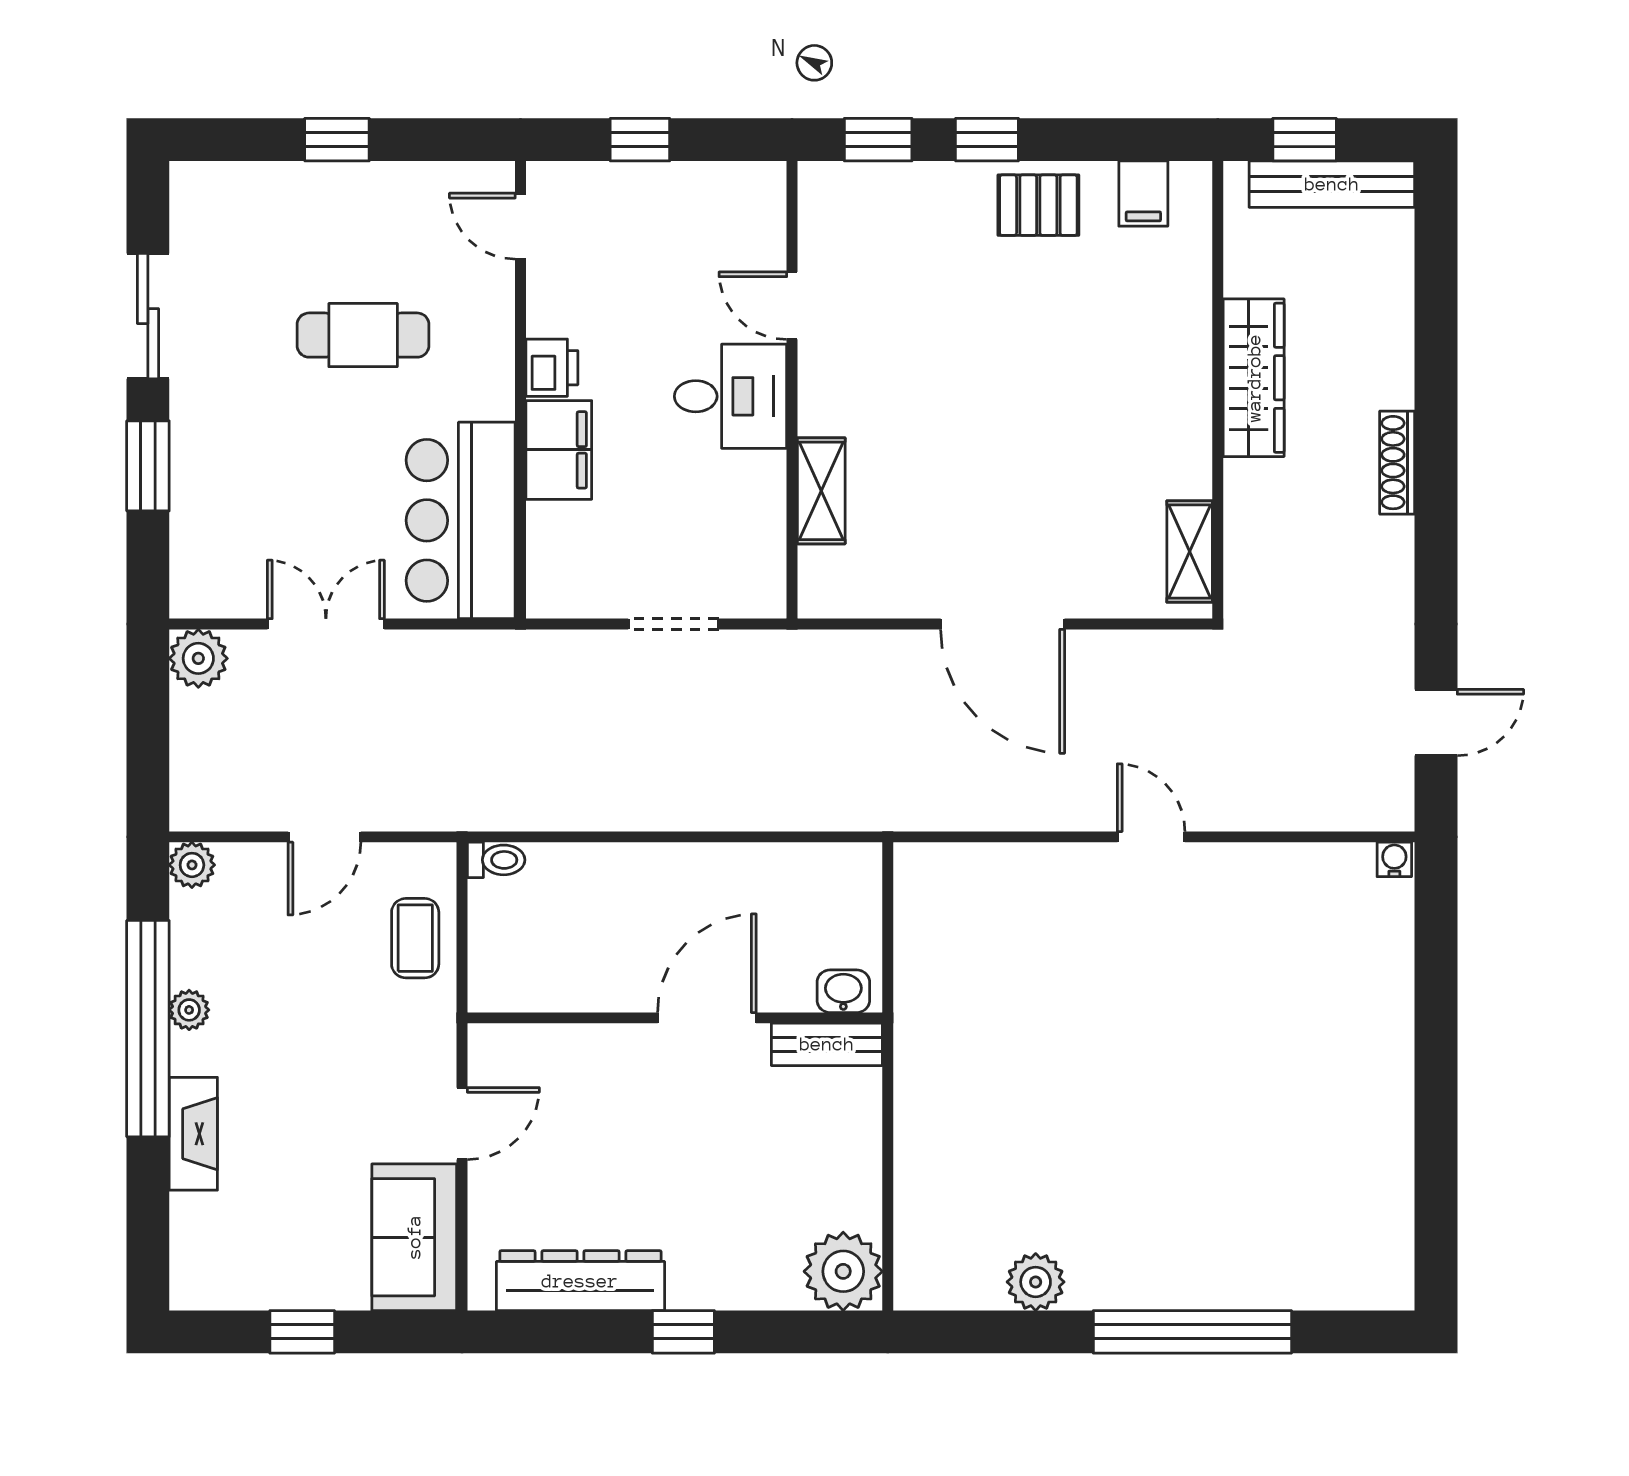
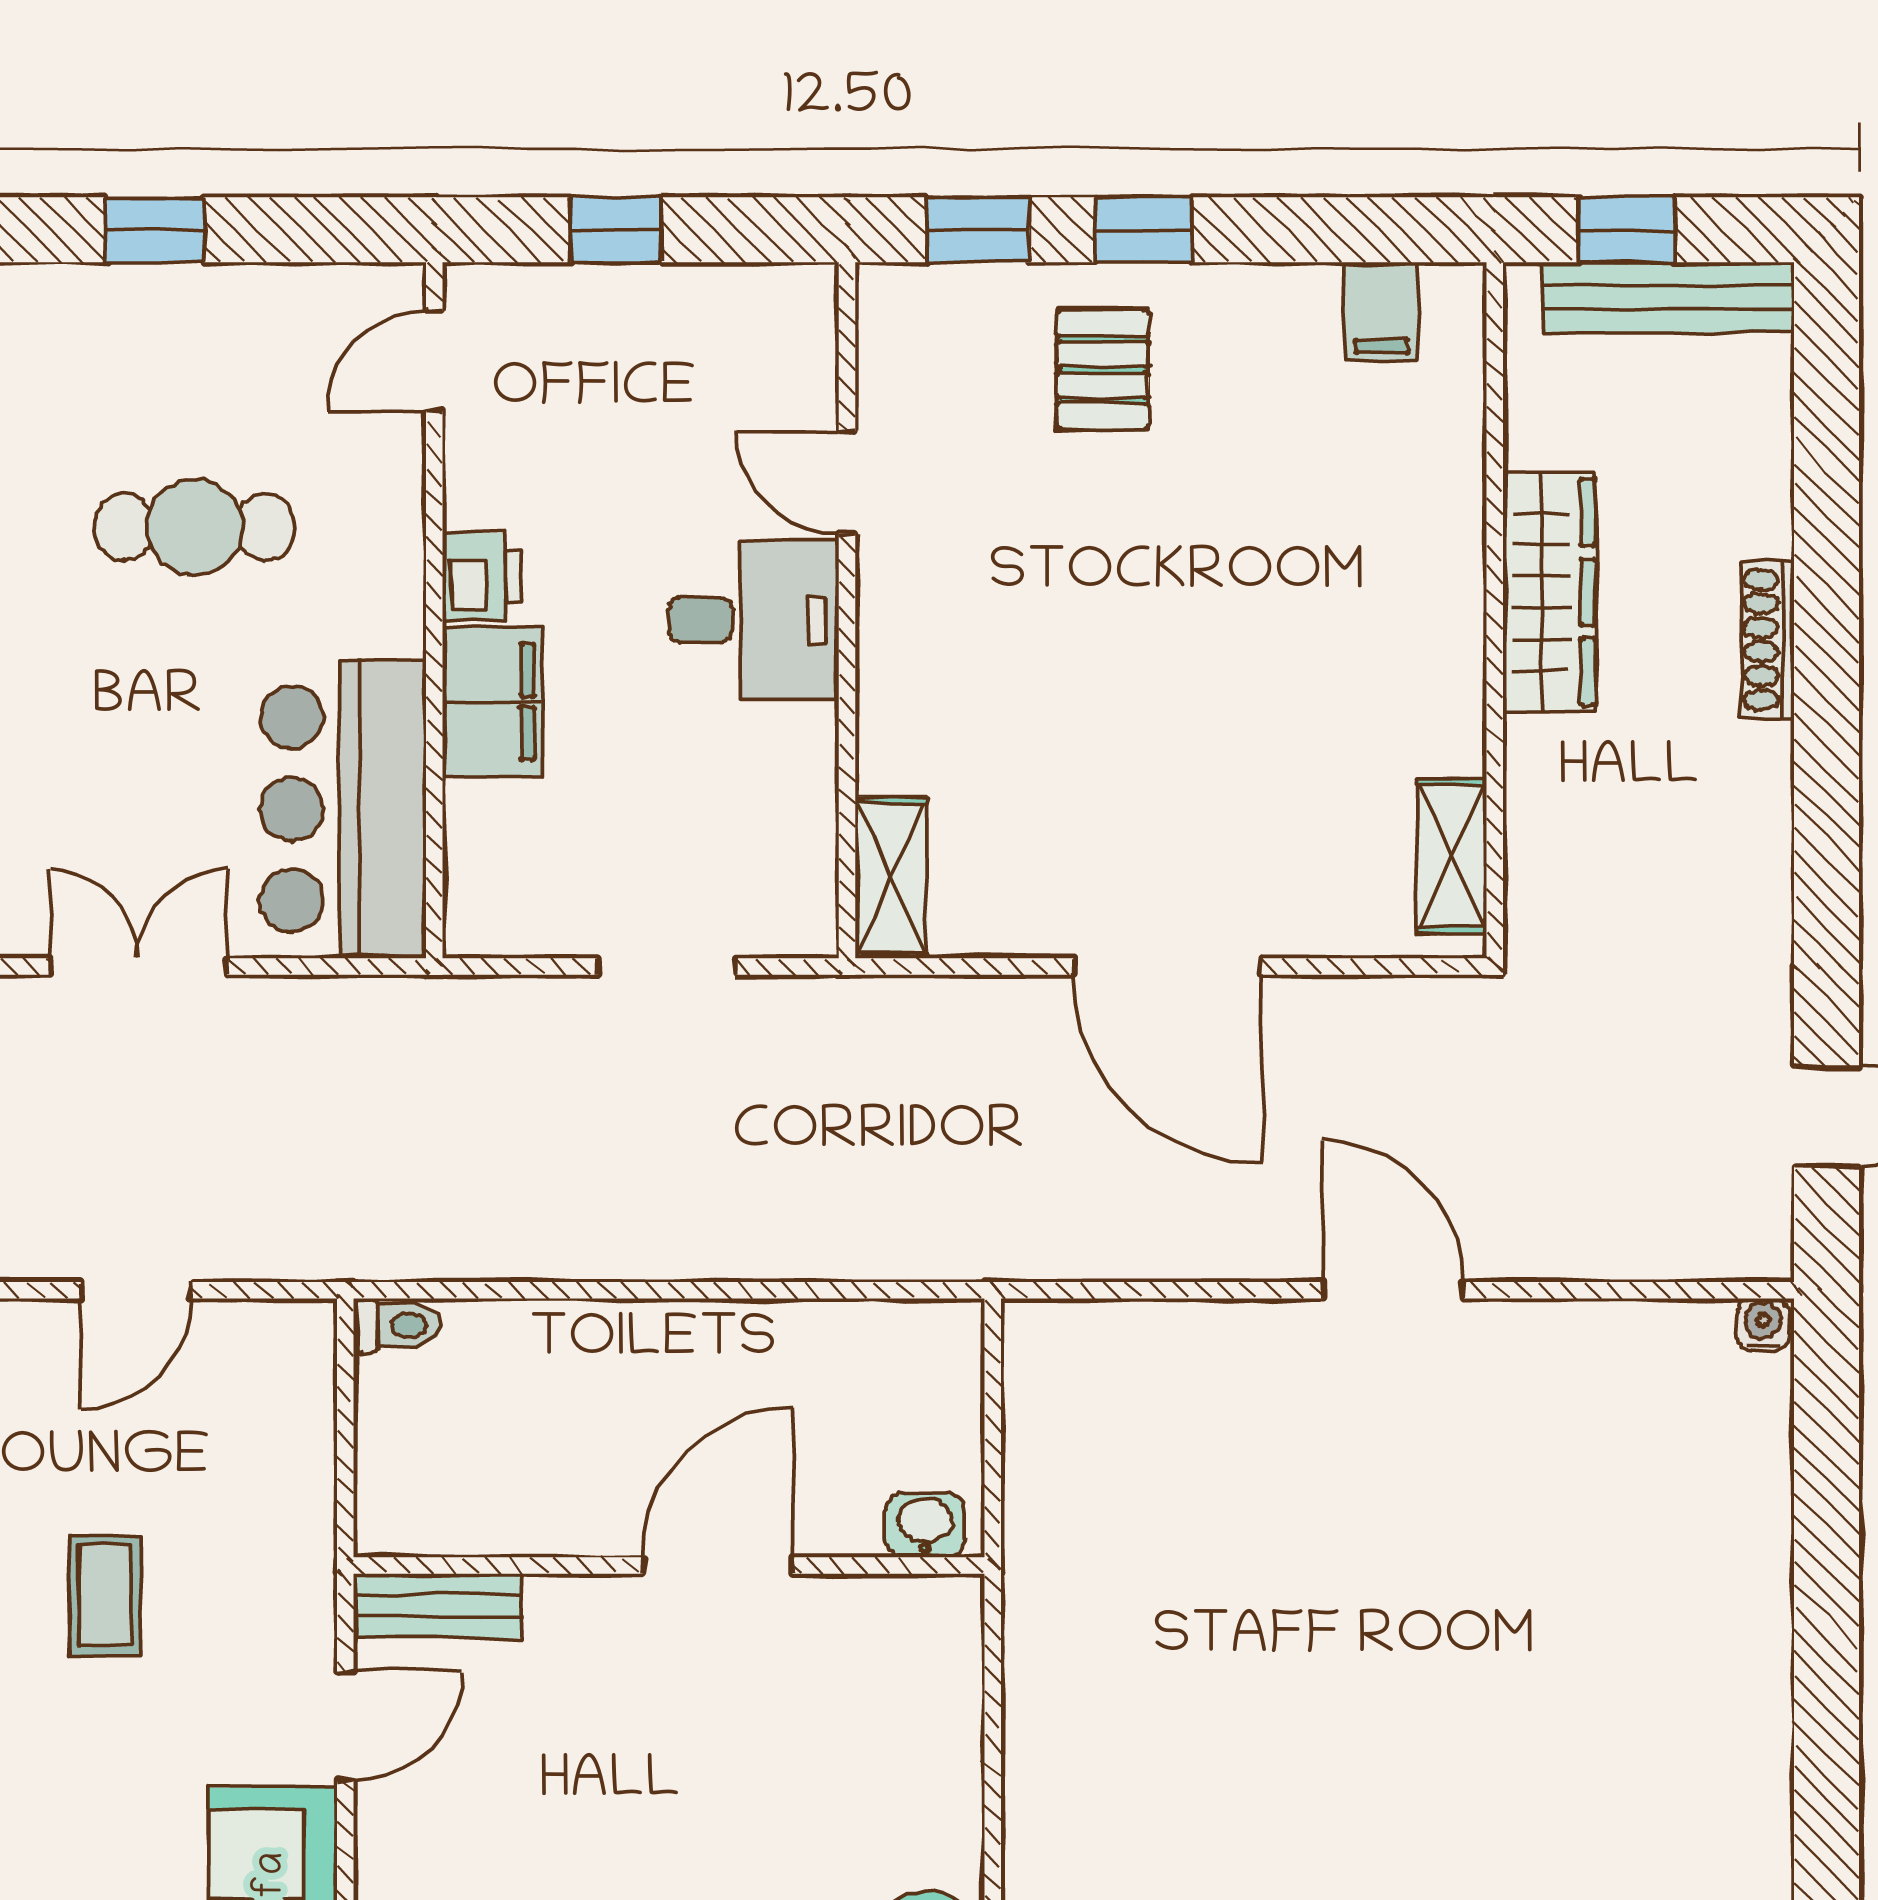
pallet: (1038, 205) -> (1103, 370), moved, turned 90
door: (521, 226) -> (434, 361), hinge flipped
shoe rack: (1397, 463) -> (1768, 640), moved
shelving: (821, 491) -> (891, 878), moved
door: (1151, 837) -> (1393, 1290), width x1.38
coffee table: (415, 938) -> (105, 1596), moved
bench: (827, 1044) -> (438, 1606), moved

